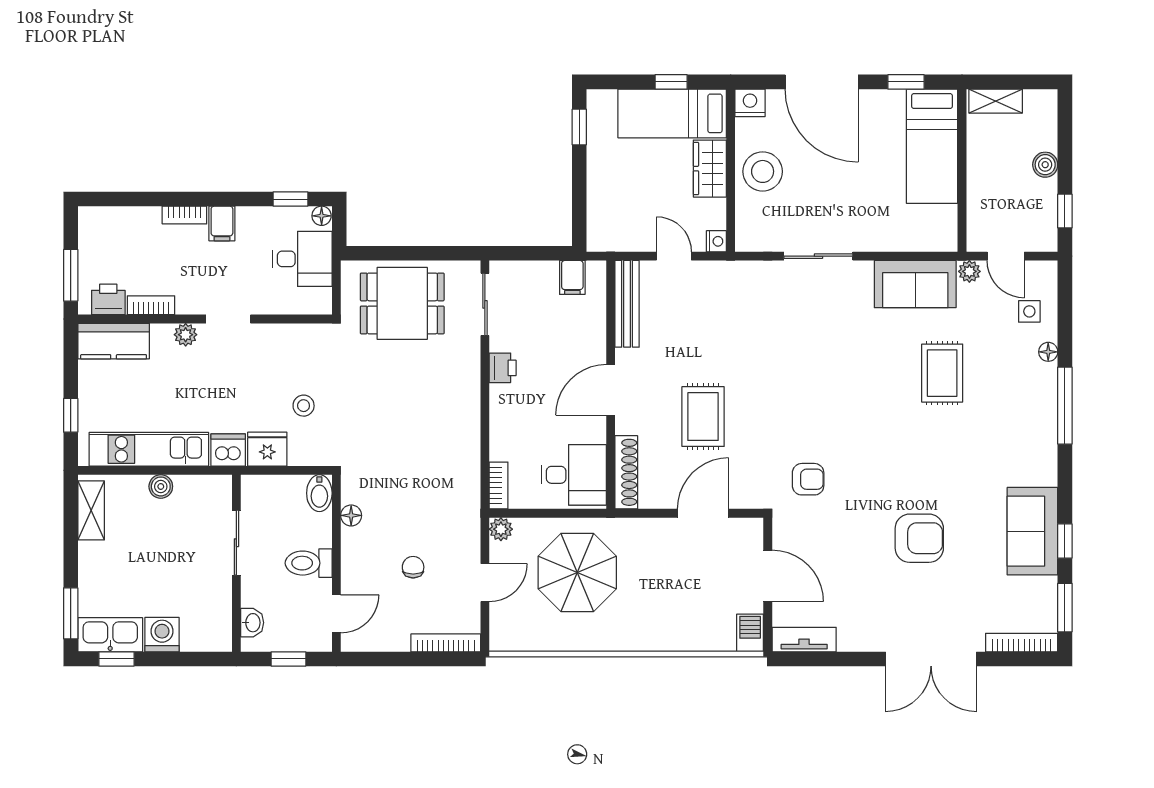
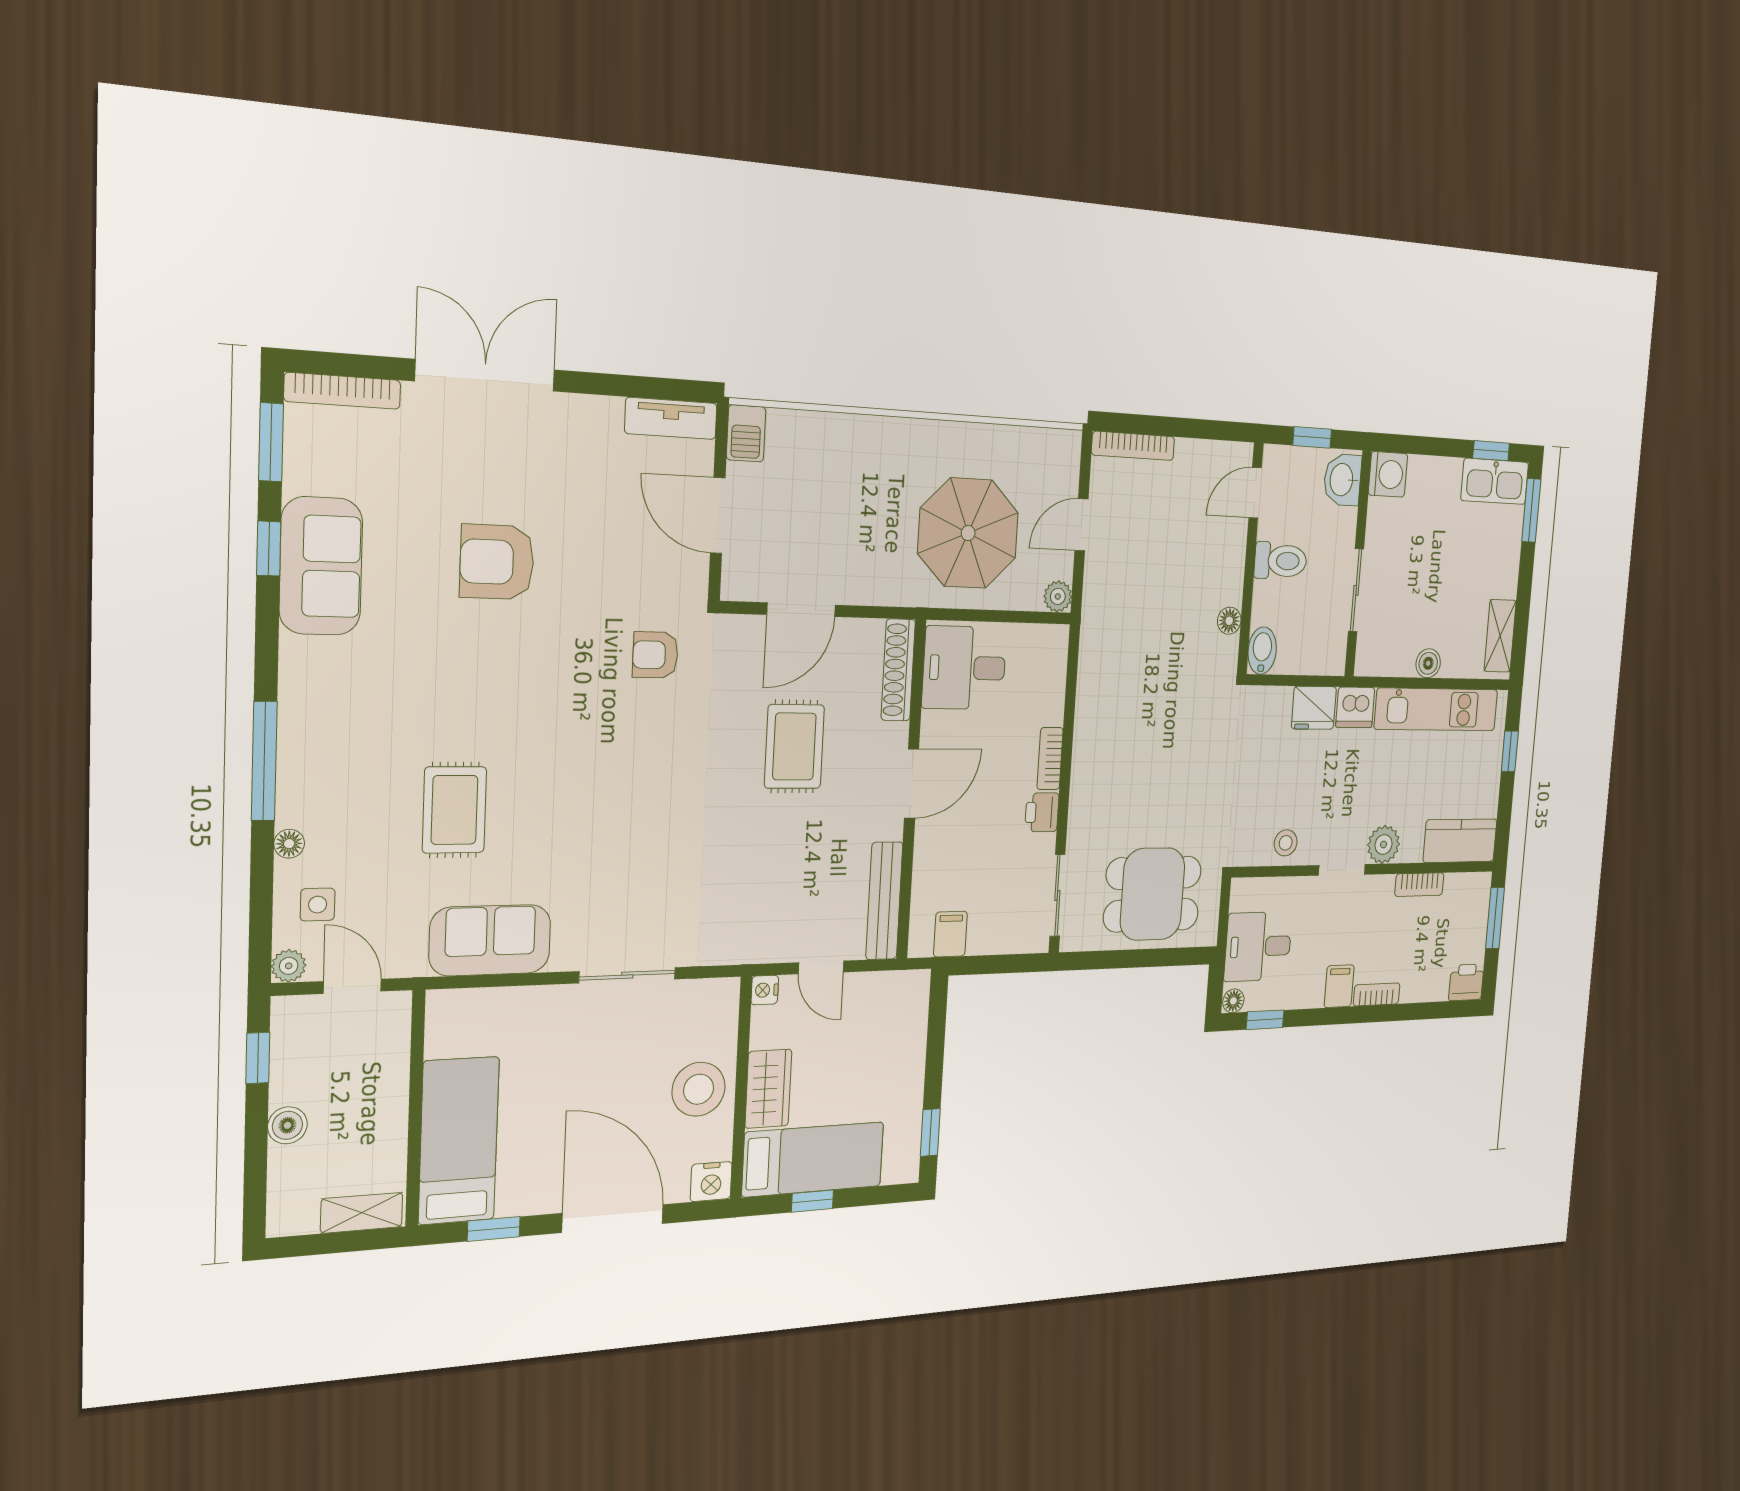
plant: (969, 271) -> (289, 966), moved
printer: (108, 299) -> (1466, 982), moved, turned 180
plant: (186, 335) -> (1384, 844), width x1.38, depth x1.38
stool: (304, 406) -> (1286, 843), moved
bookcase: (499, 485) -> (1050, 759), moved
chair: (413, 567) -> (1164, 550), removed
washbasin: (252, 623) -> (1342, 480), width x1.38, depth x1.45
washing machine: (162, 635) -> (1388, 474), moved, turned -90

